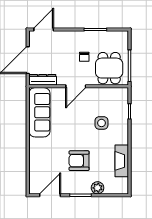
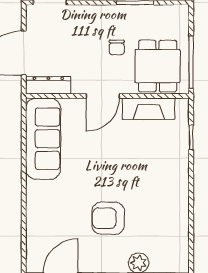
side table: (101, 123) -> (145, 156), removed
fireplace: (122, 161) -> (149, 109), moved, turned -90

